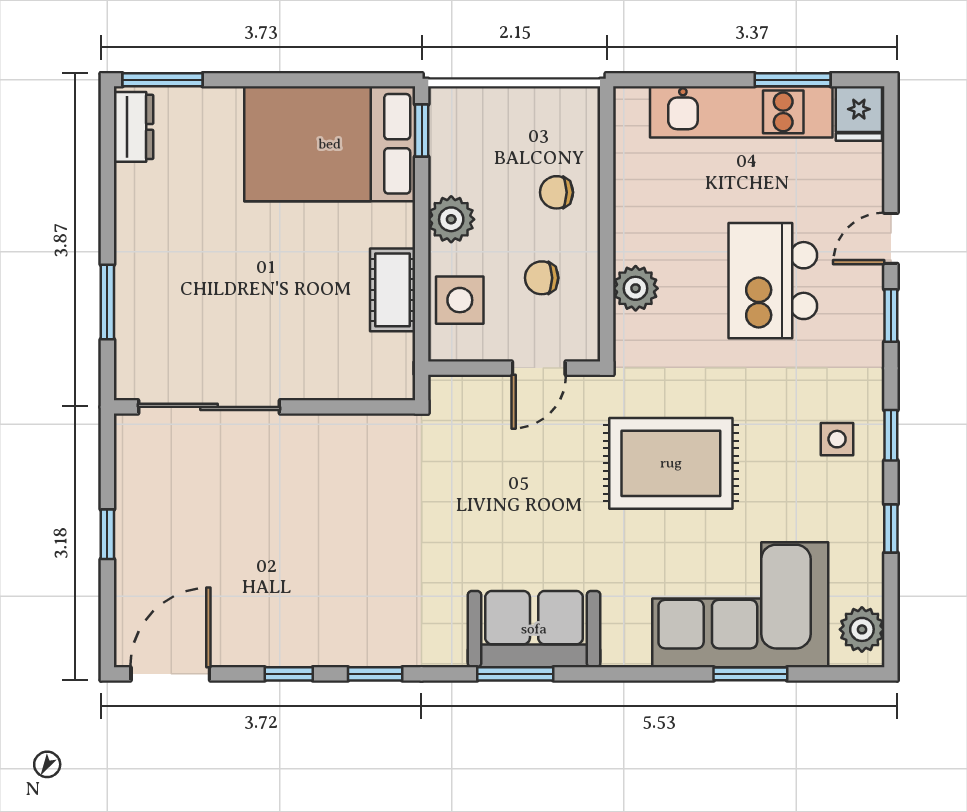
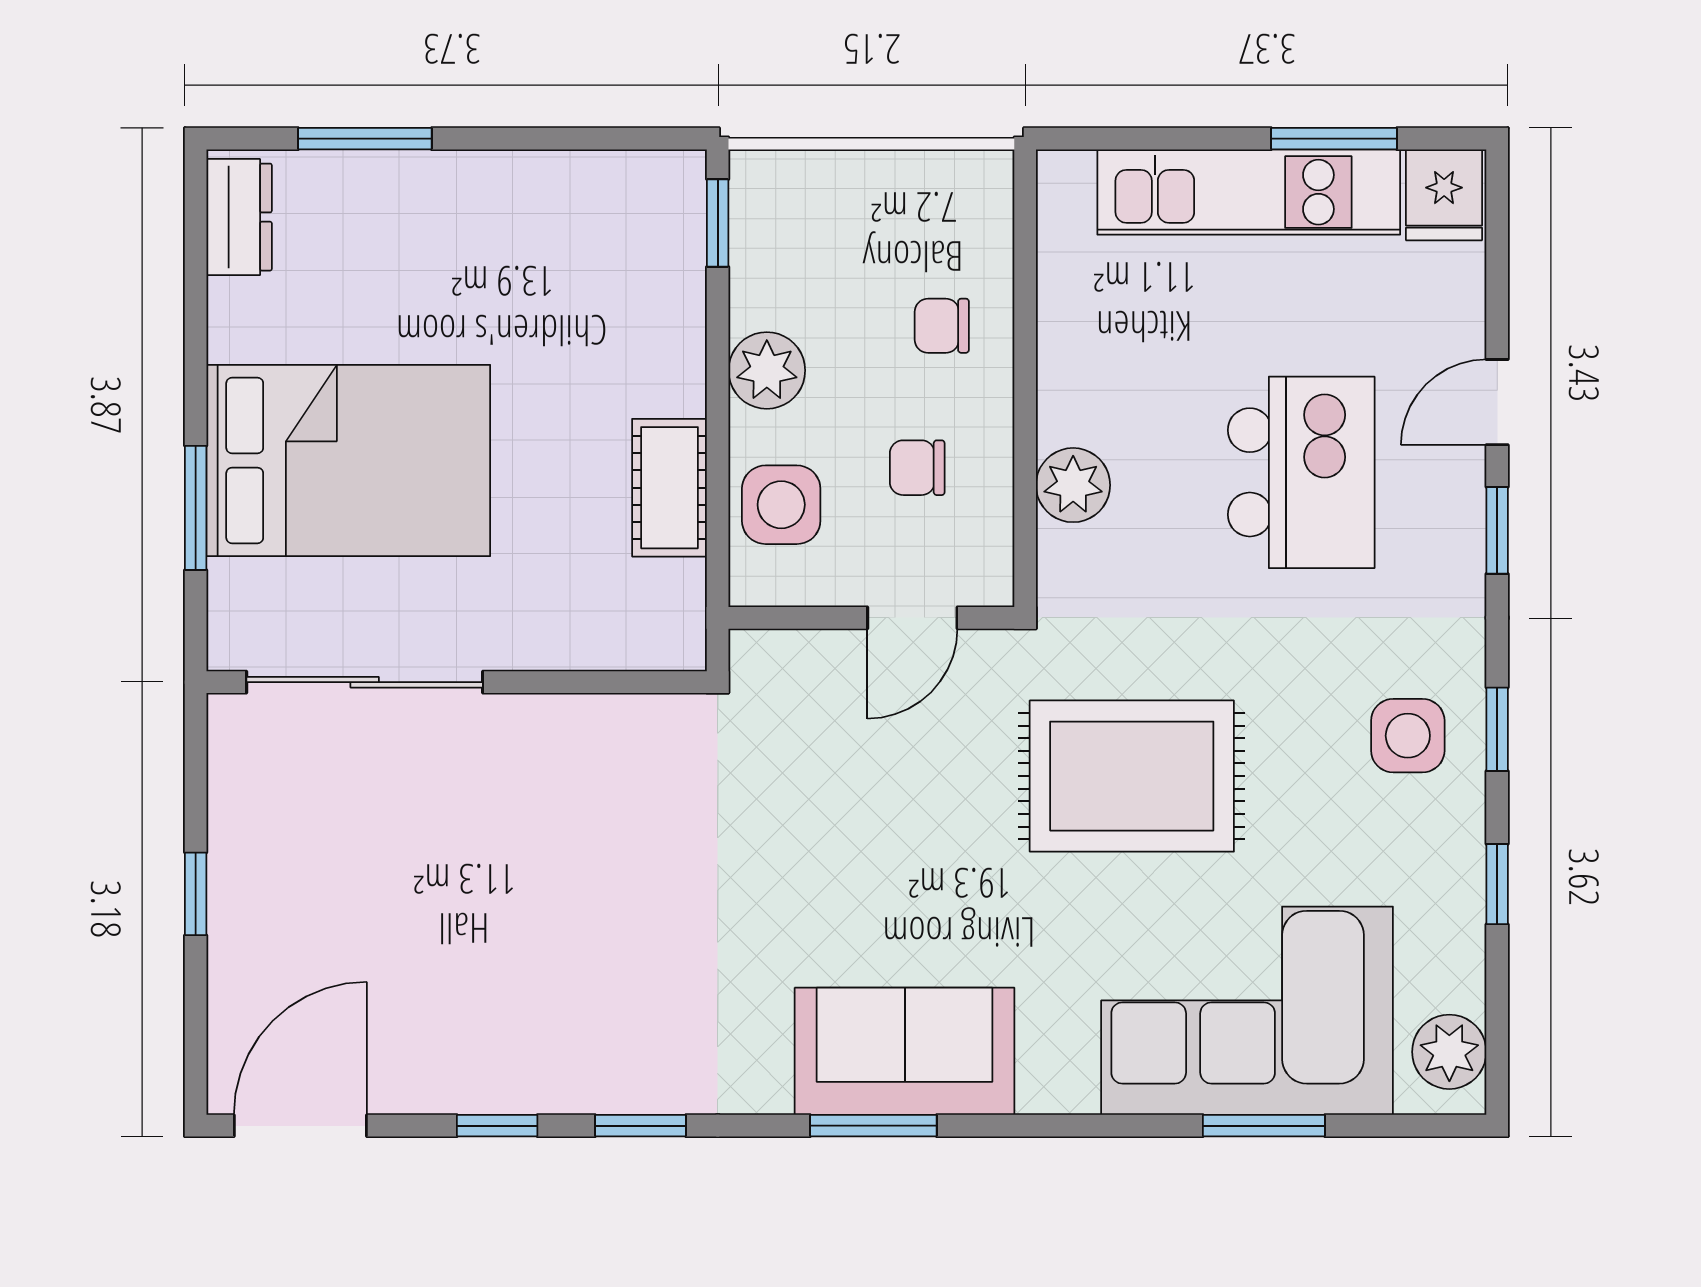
window: (163, 80) -> (365, 139), moved
bed: (330, 144) -> (348, 460), moved, turned 180
kitchen island: (773, 281) -> (1301, 472), turned 180
side table: (837, 439) -> (1408, 736), width x1.37, depth x1.37

